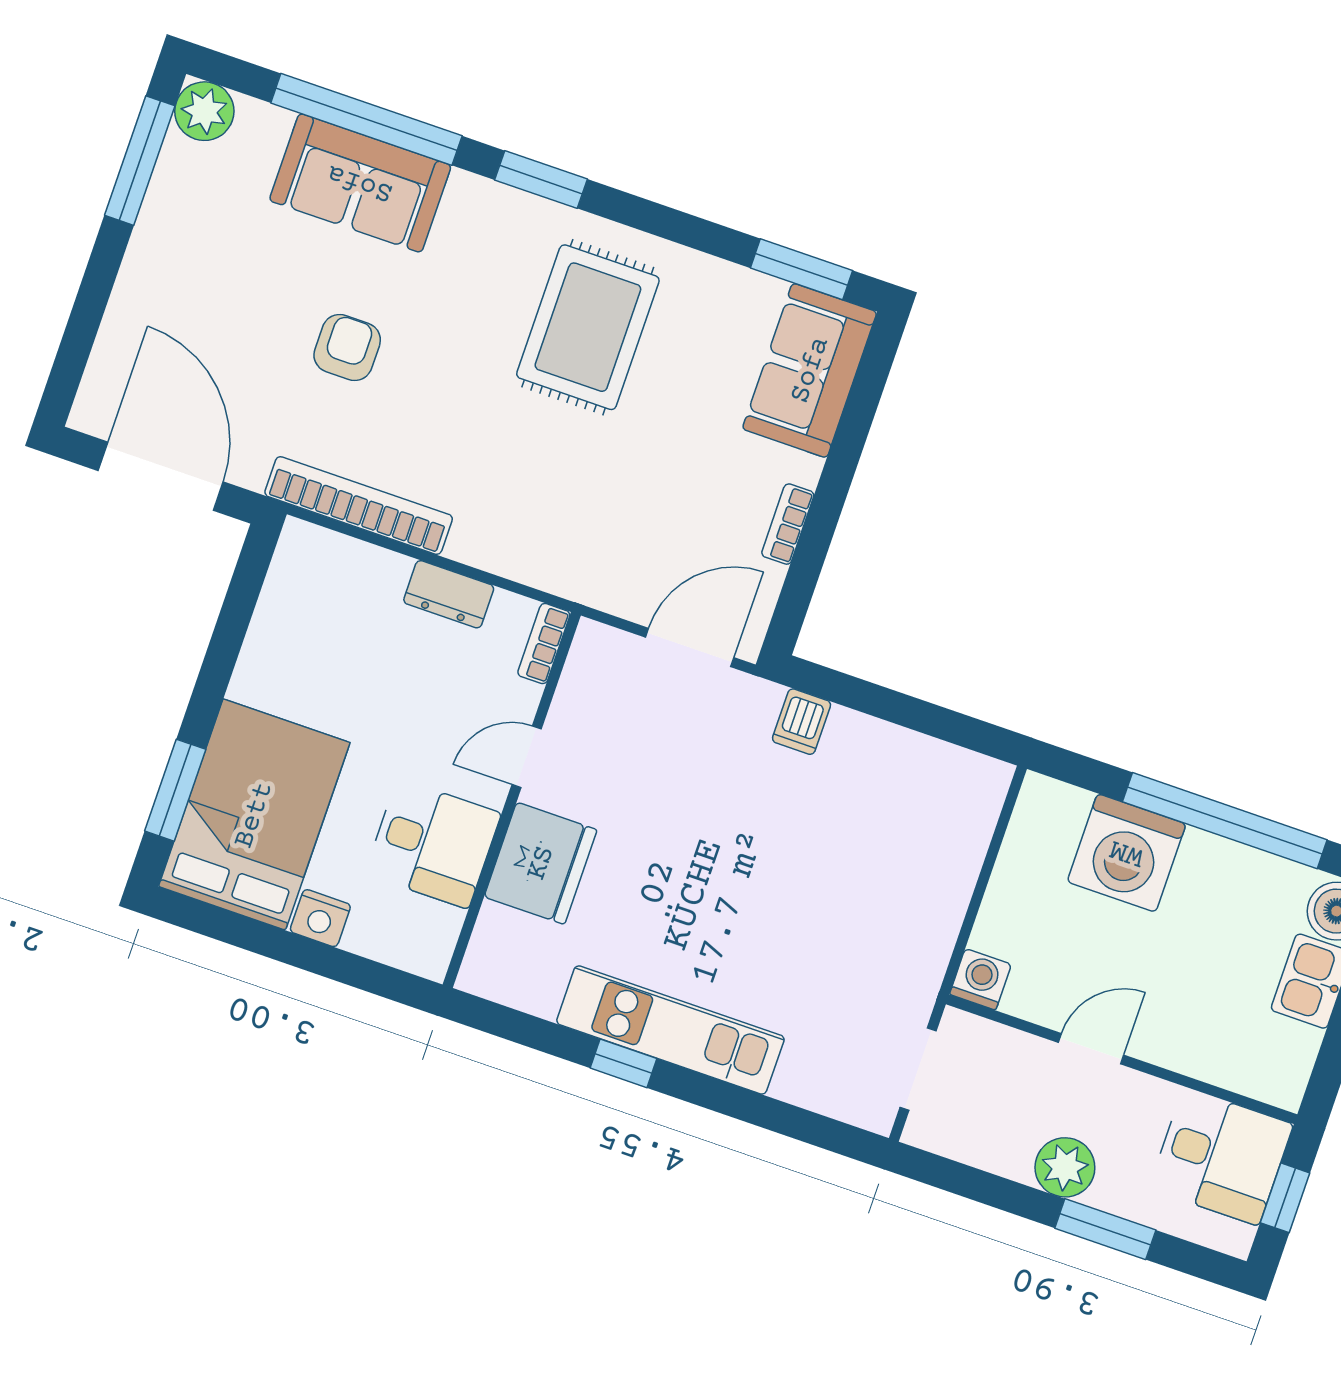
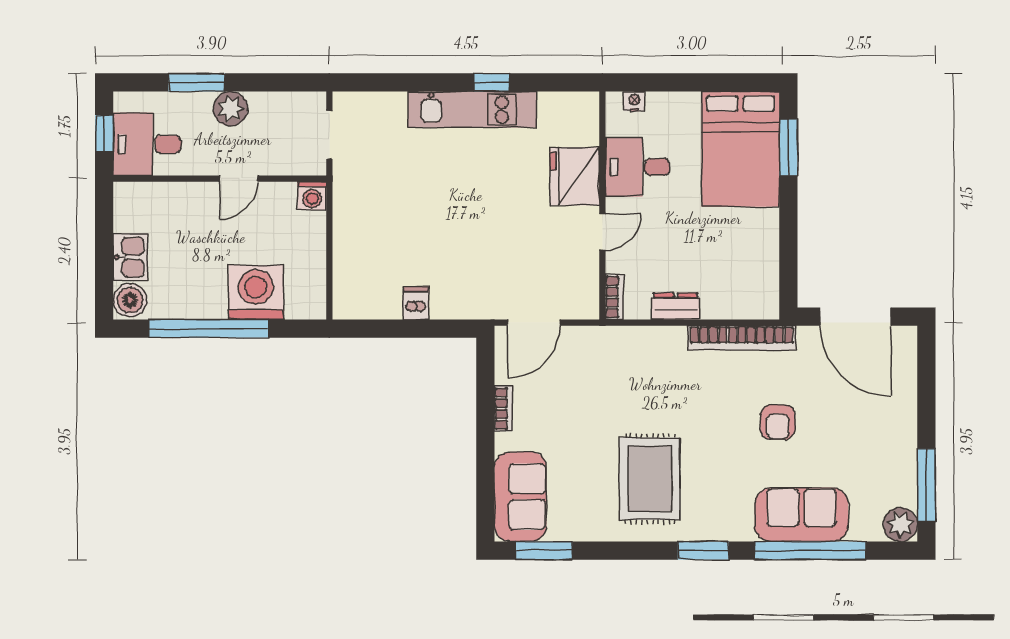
dishwasher: (802, 722) -> (416, 303), moved
nightstand: (320, 918) -> (634, 101), moved, width x0.72, depth x0.74

